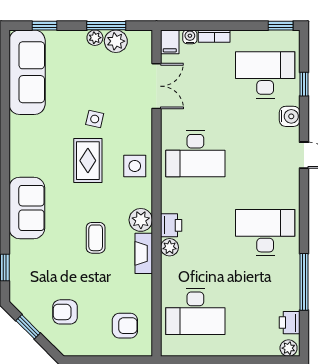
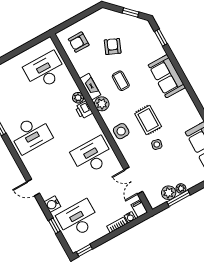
desk: (265, 75) -> (78, 219), turned 180
armchair: (65, 312) -> (113, 47), moved, turned -67

